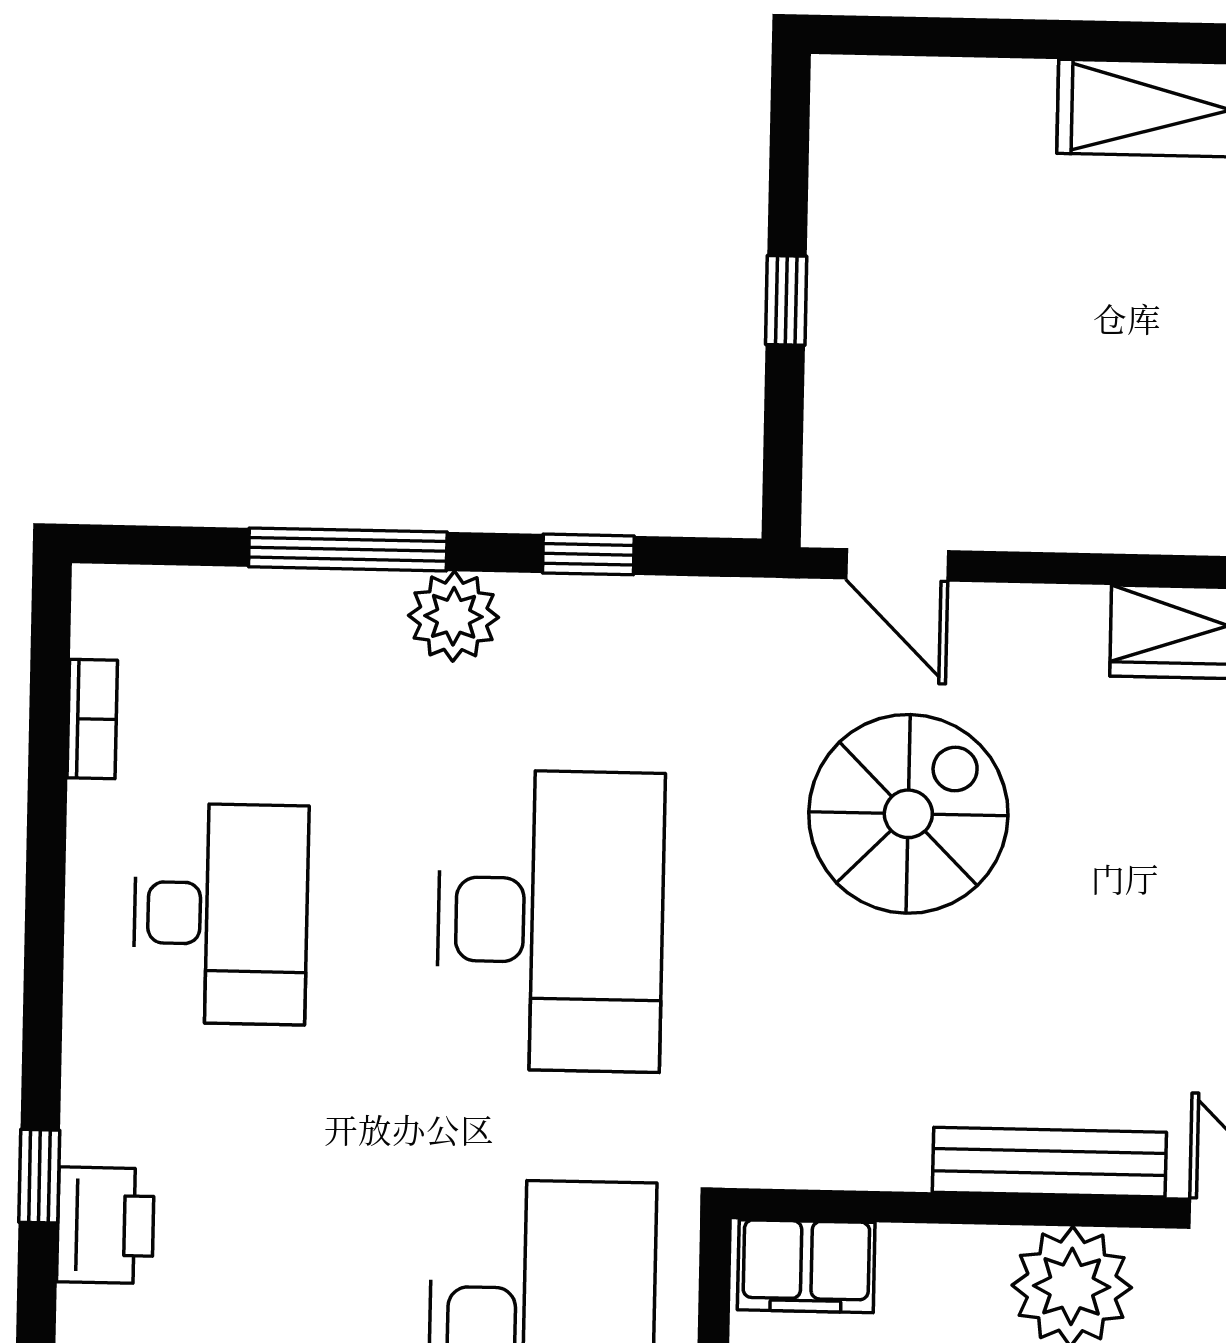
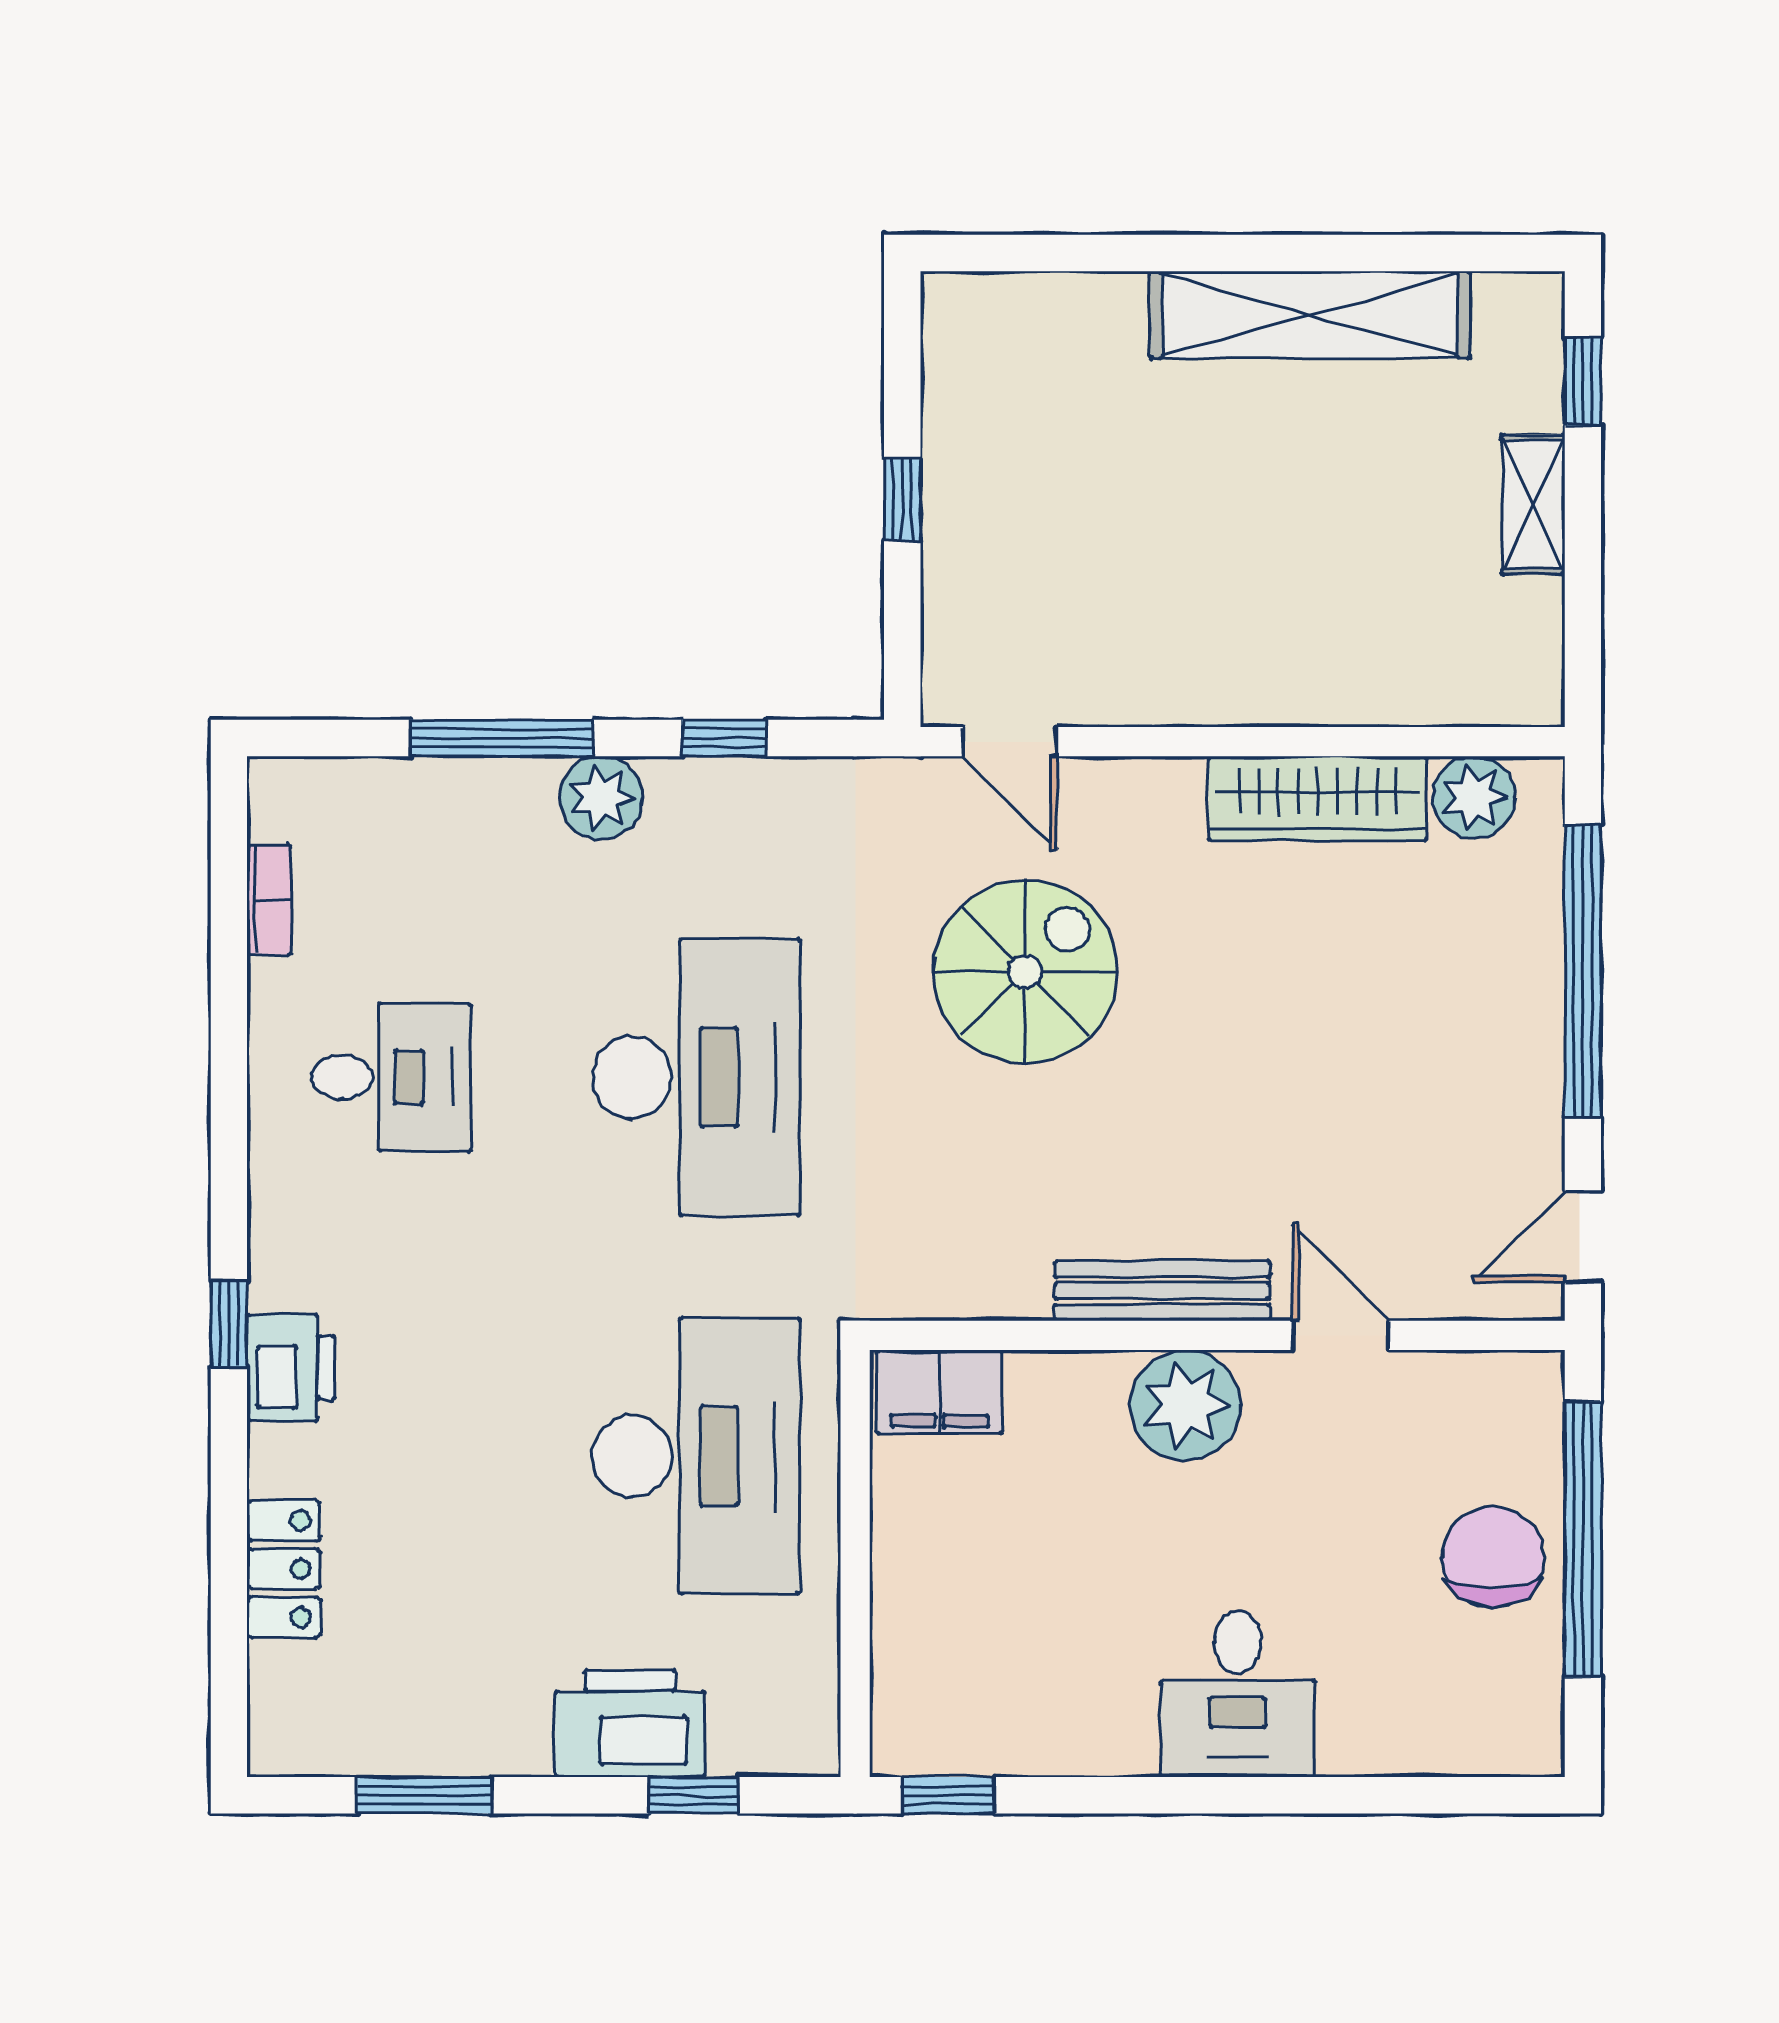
desk: (221, 914) -> (391, 1077), width x0.73

